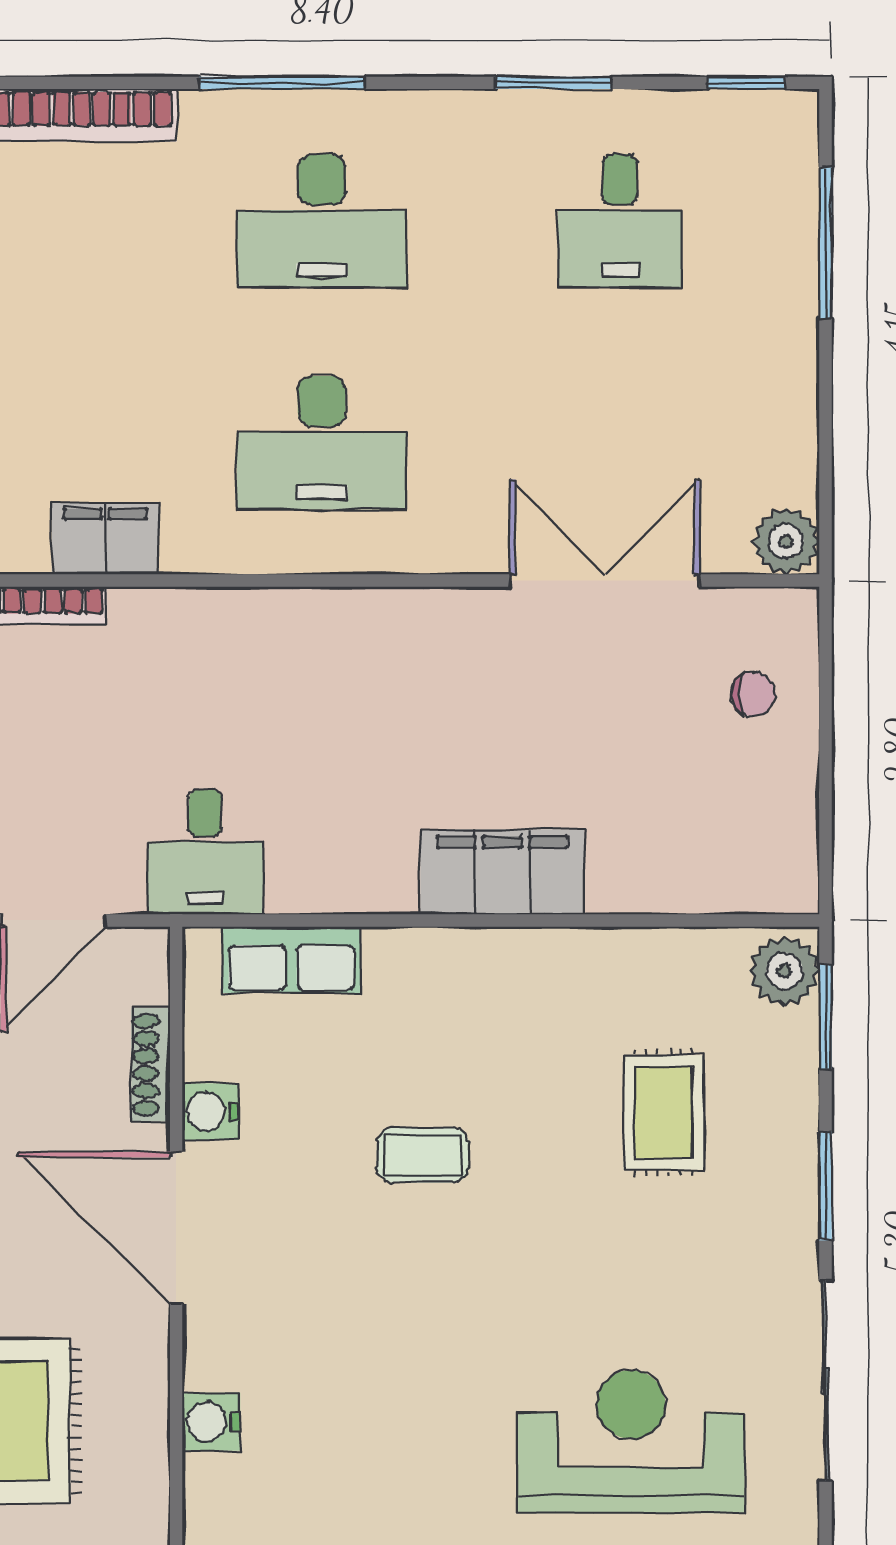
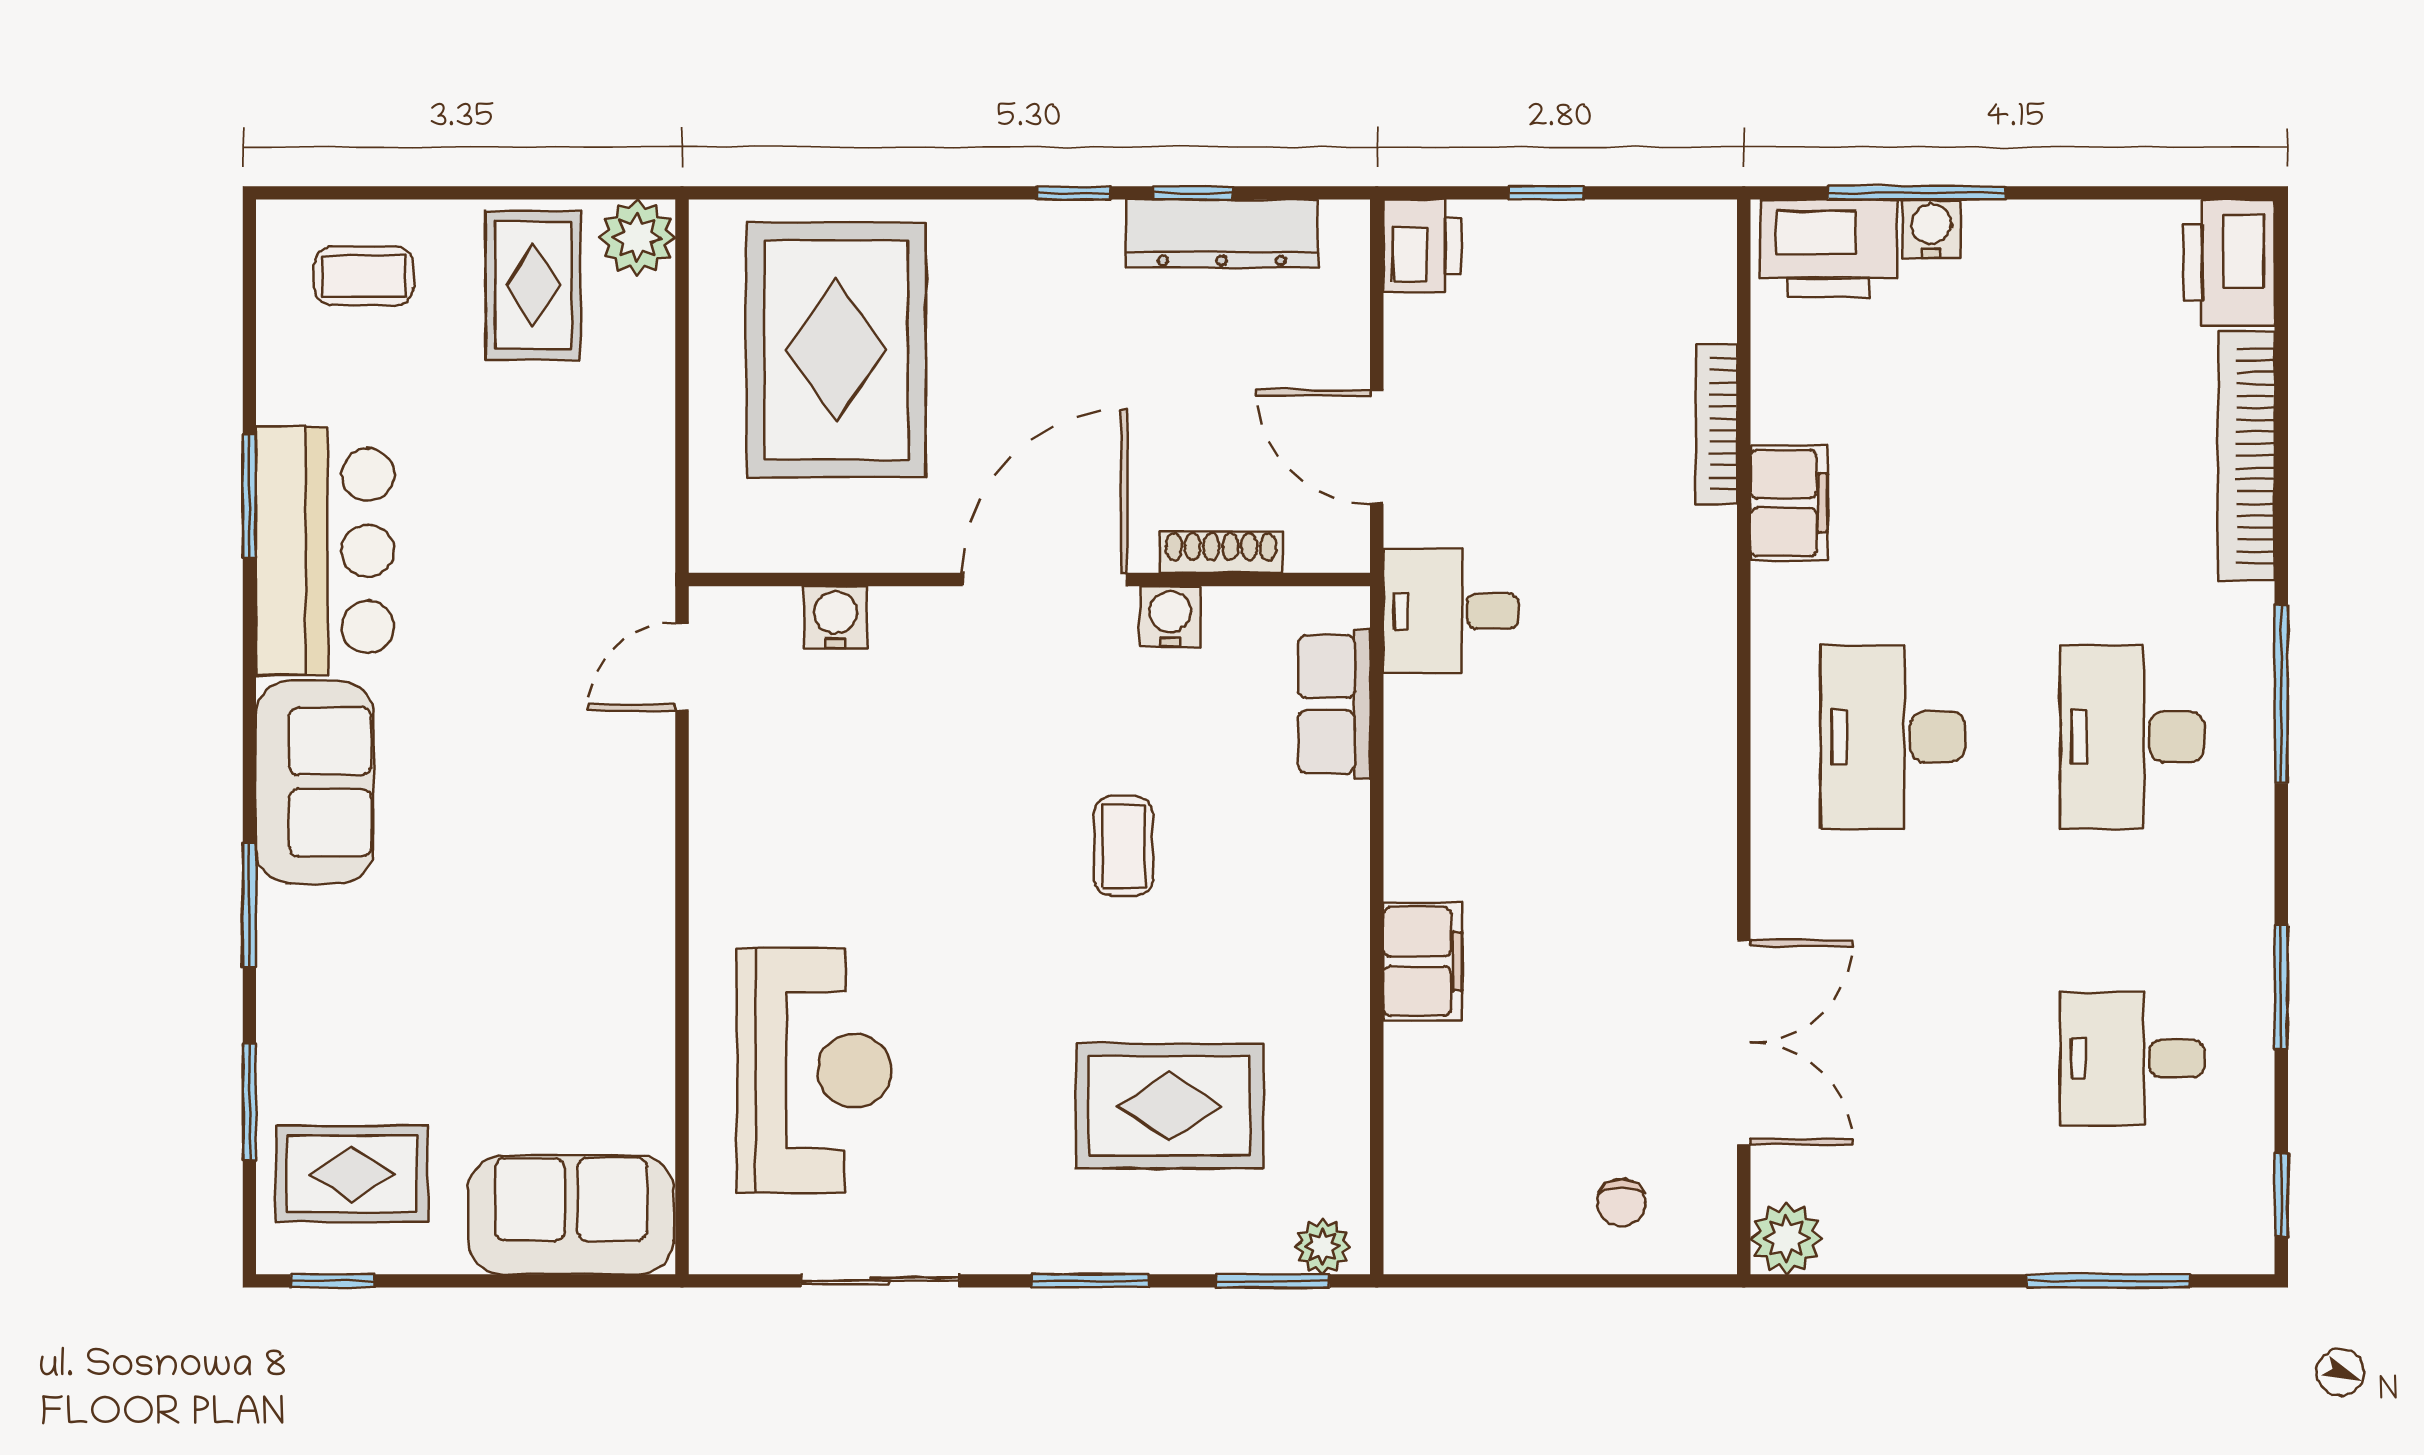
filing cabinet: (502, 872) -> (1423, 961), width x0.67, depth x0.86
plant: (784, 971) -> (1322, 1247), width x0.73, depth x0.73
rug: (664, 1113) -> (1169, 1106), width x1.36, depth x1.43
sliding door: (826, 1380) -> (880, 1281), width x0.73

